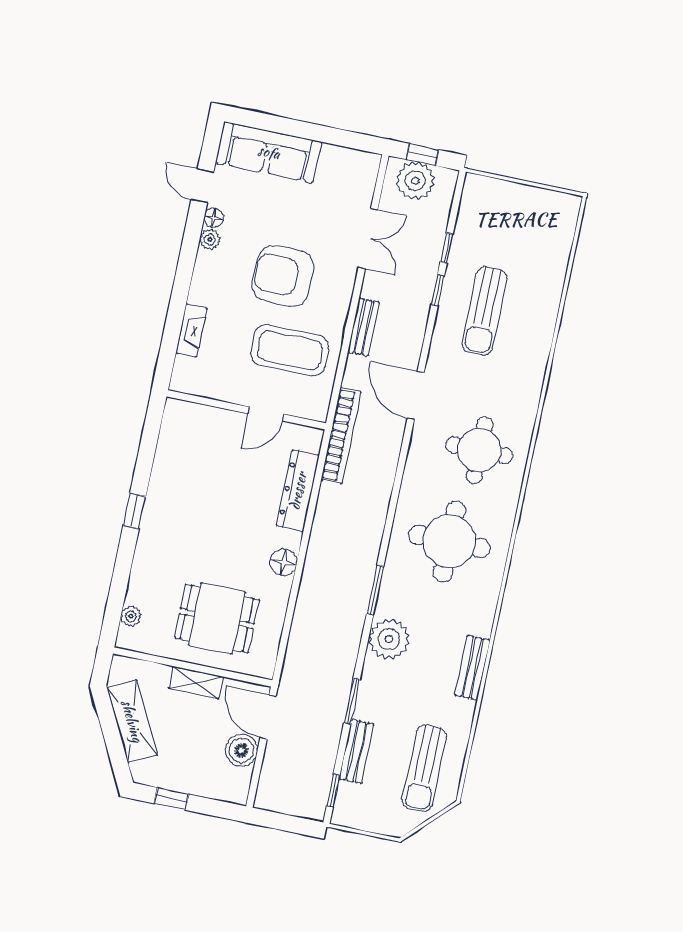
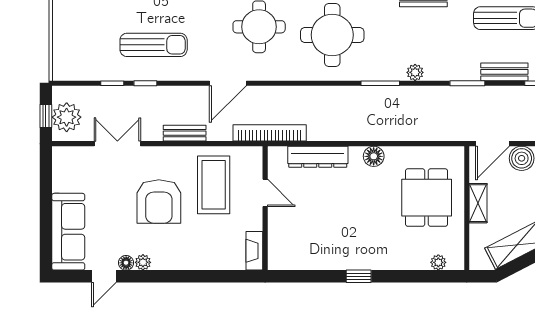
fireplace: (191, 331) -> (254, 251), moved, turned -90
plant: (389, 639) -> (415, 72), width x0.53, depth x0.53

